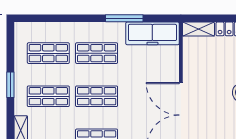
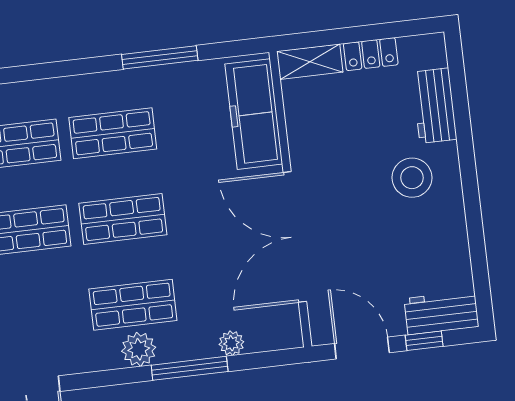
freezer: (152, 33) -> (254, 114), moved, turned 90

